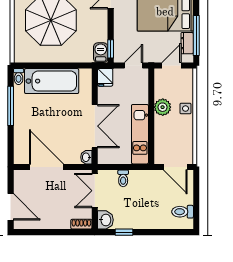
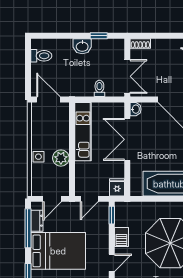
barbecue: (101, 53) -> (121, 237), moved
washbasin: (105, 220) -> (82, 46), moved, turned -90

